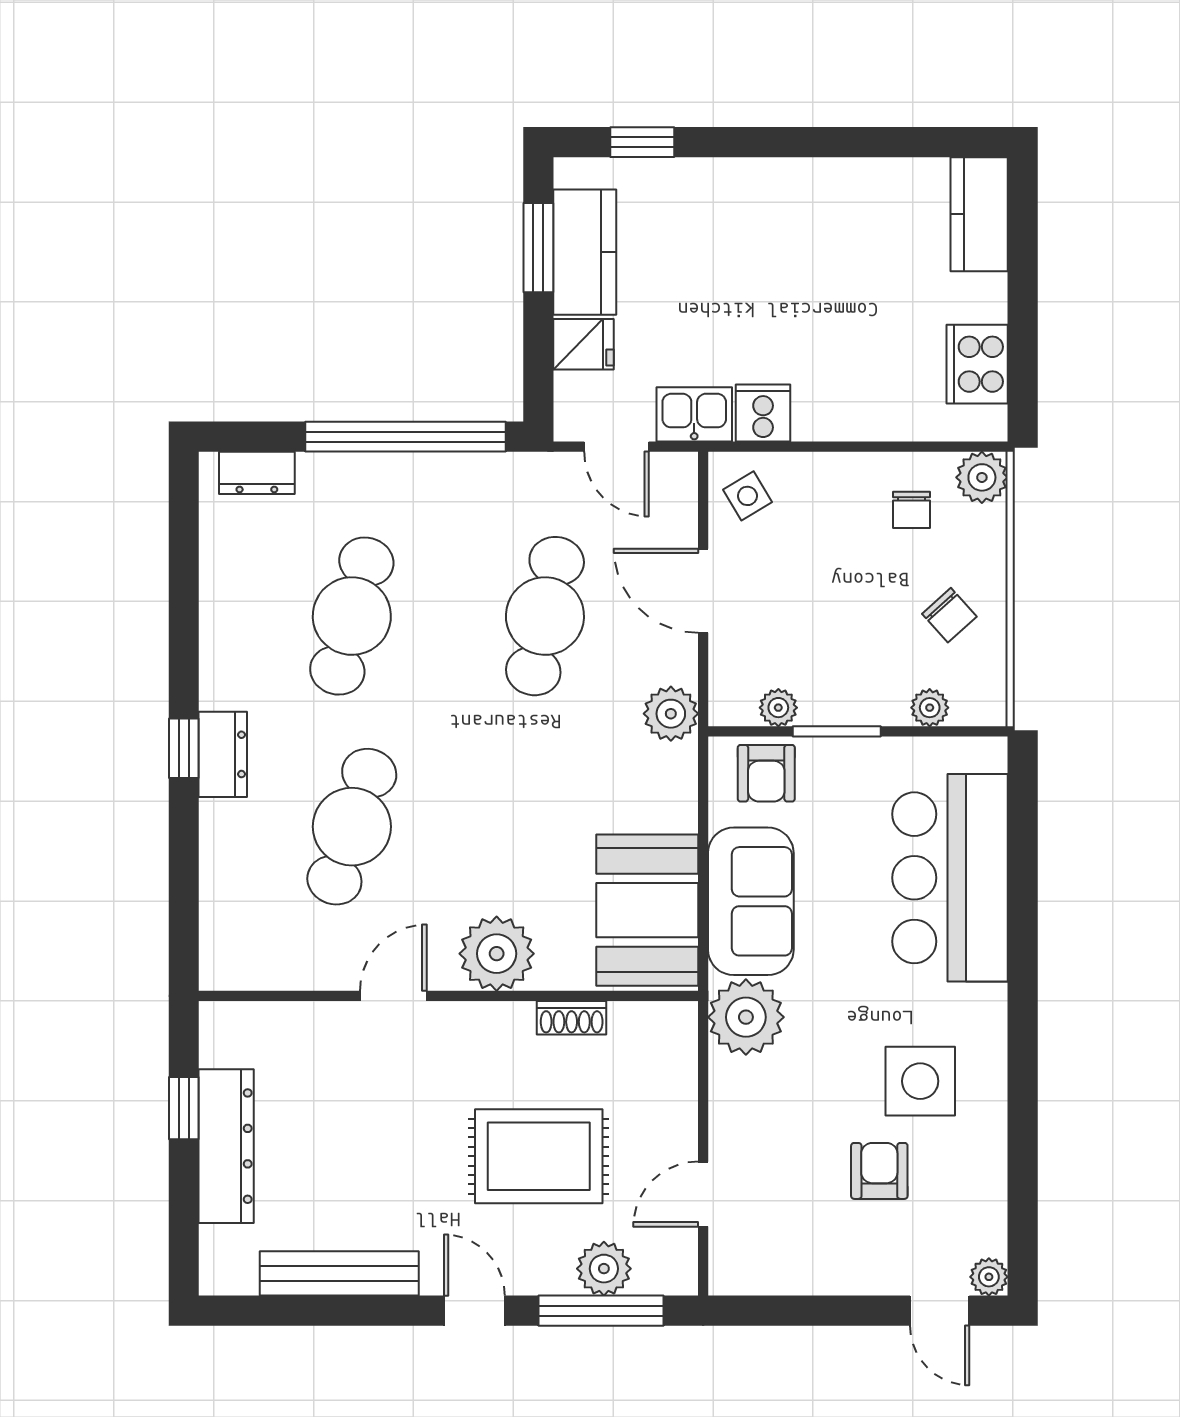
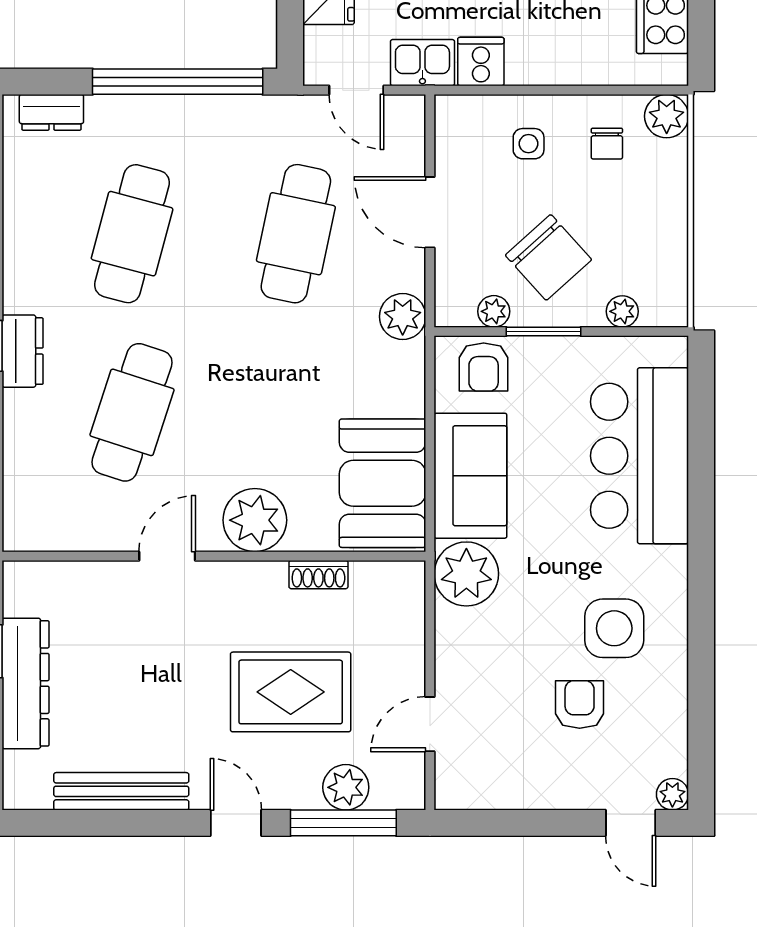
side table: (747, 496) -> (529, 144), moved, turned 31
chair: (949, 615) -> (548, 257), moved, width x1.87, depth x1.87

